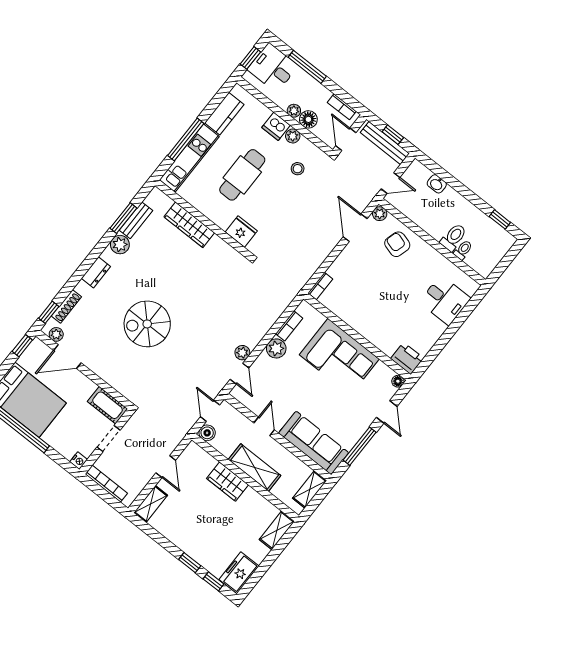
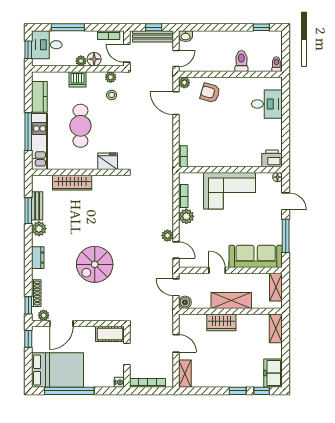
plant: (293, 136) -> (111, 77), moved
washbasin: (437, 184) -> (186, 36), moved
toilet: (463, 250) -> (276, 64), moved

